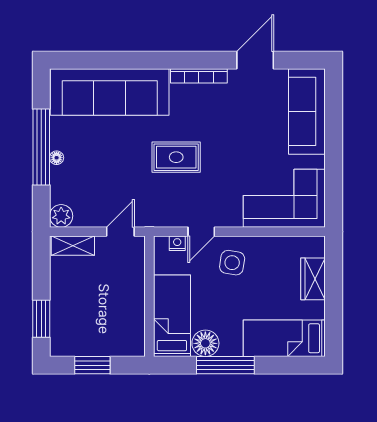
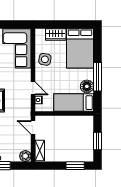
side table: (232, 263) -> (45, 59), moved
bed: (284, 338) -> (80, 48), width x1.50

